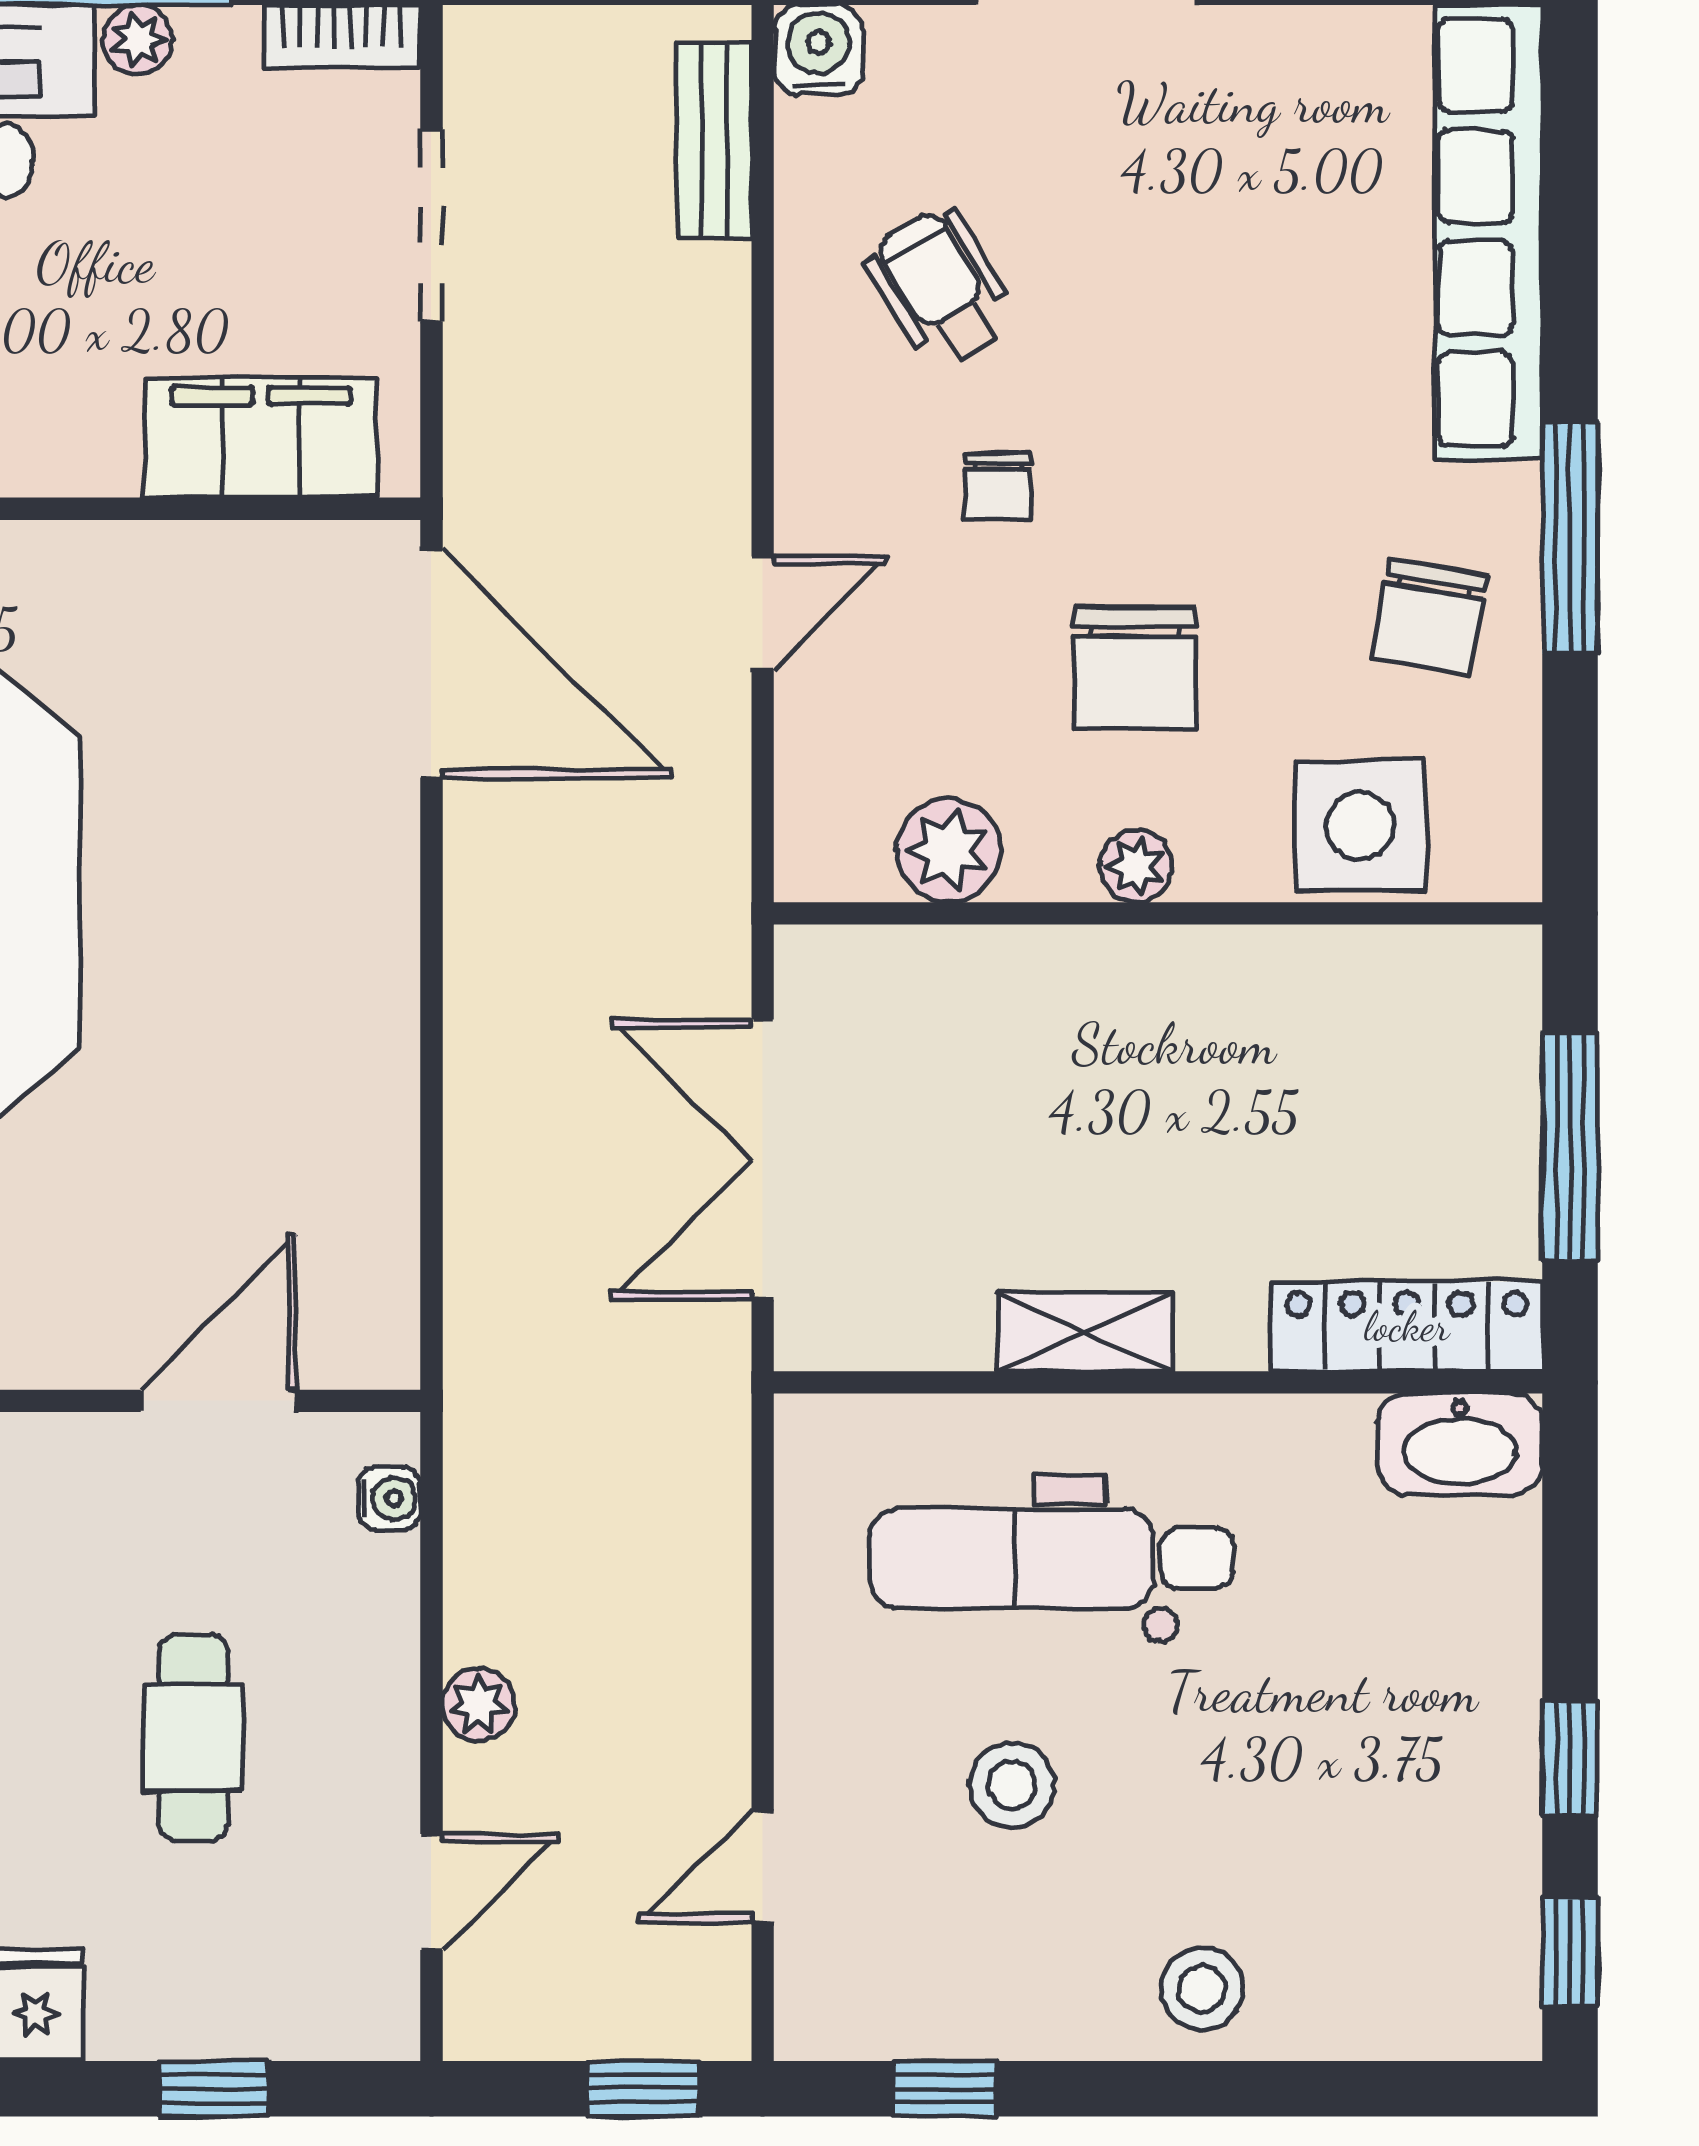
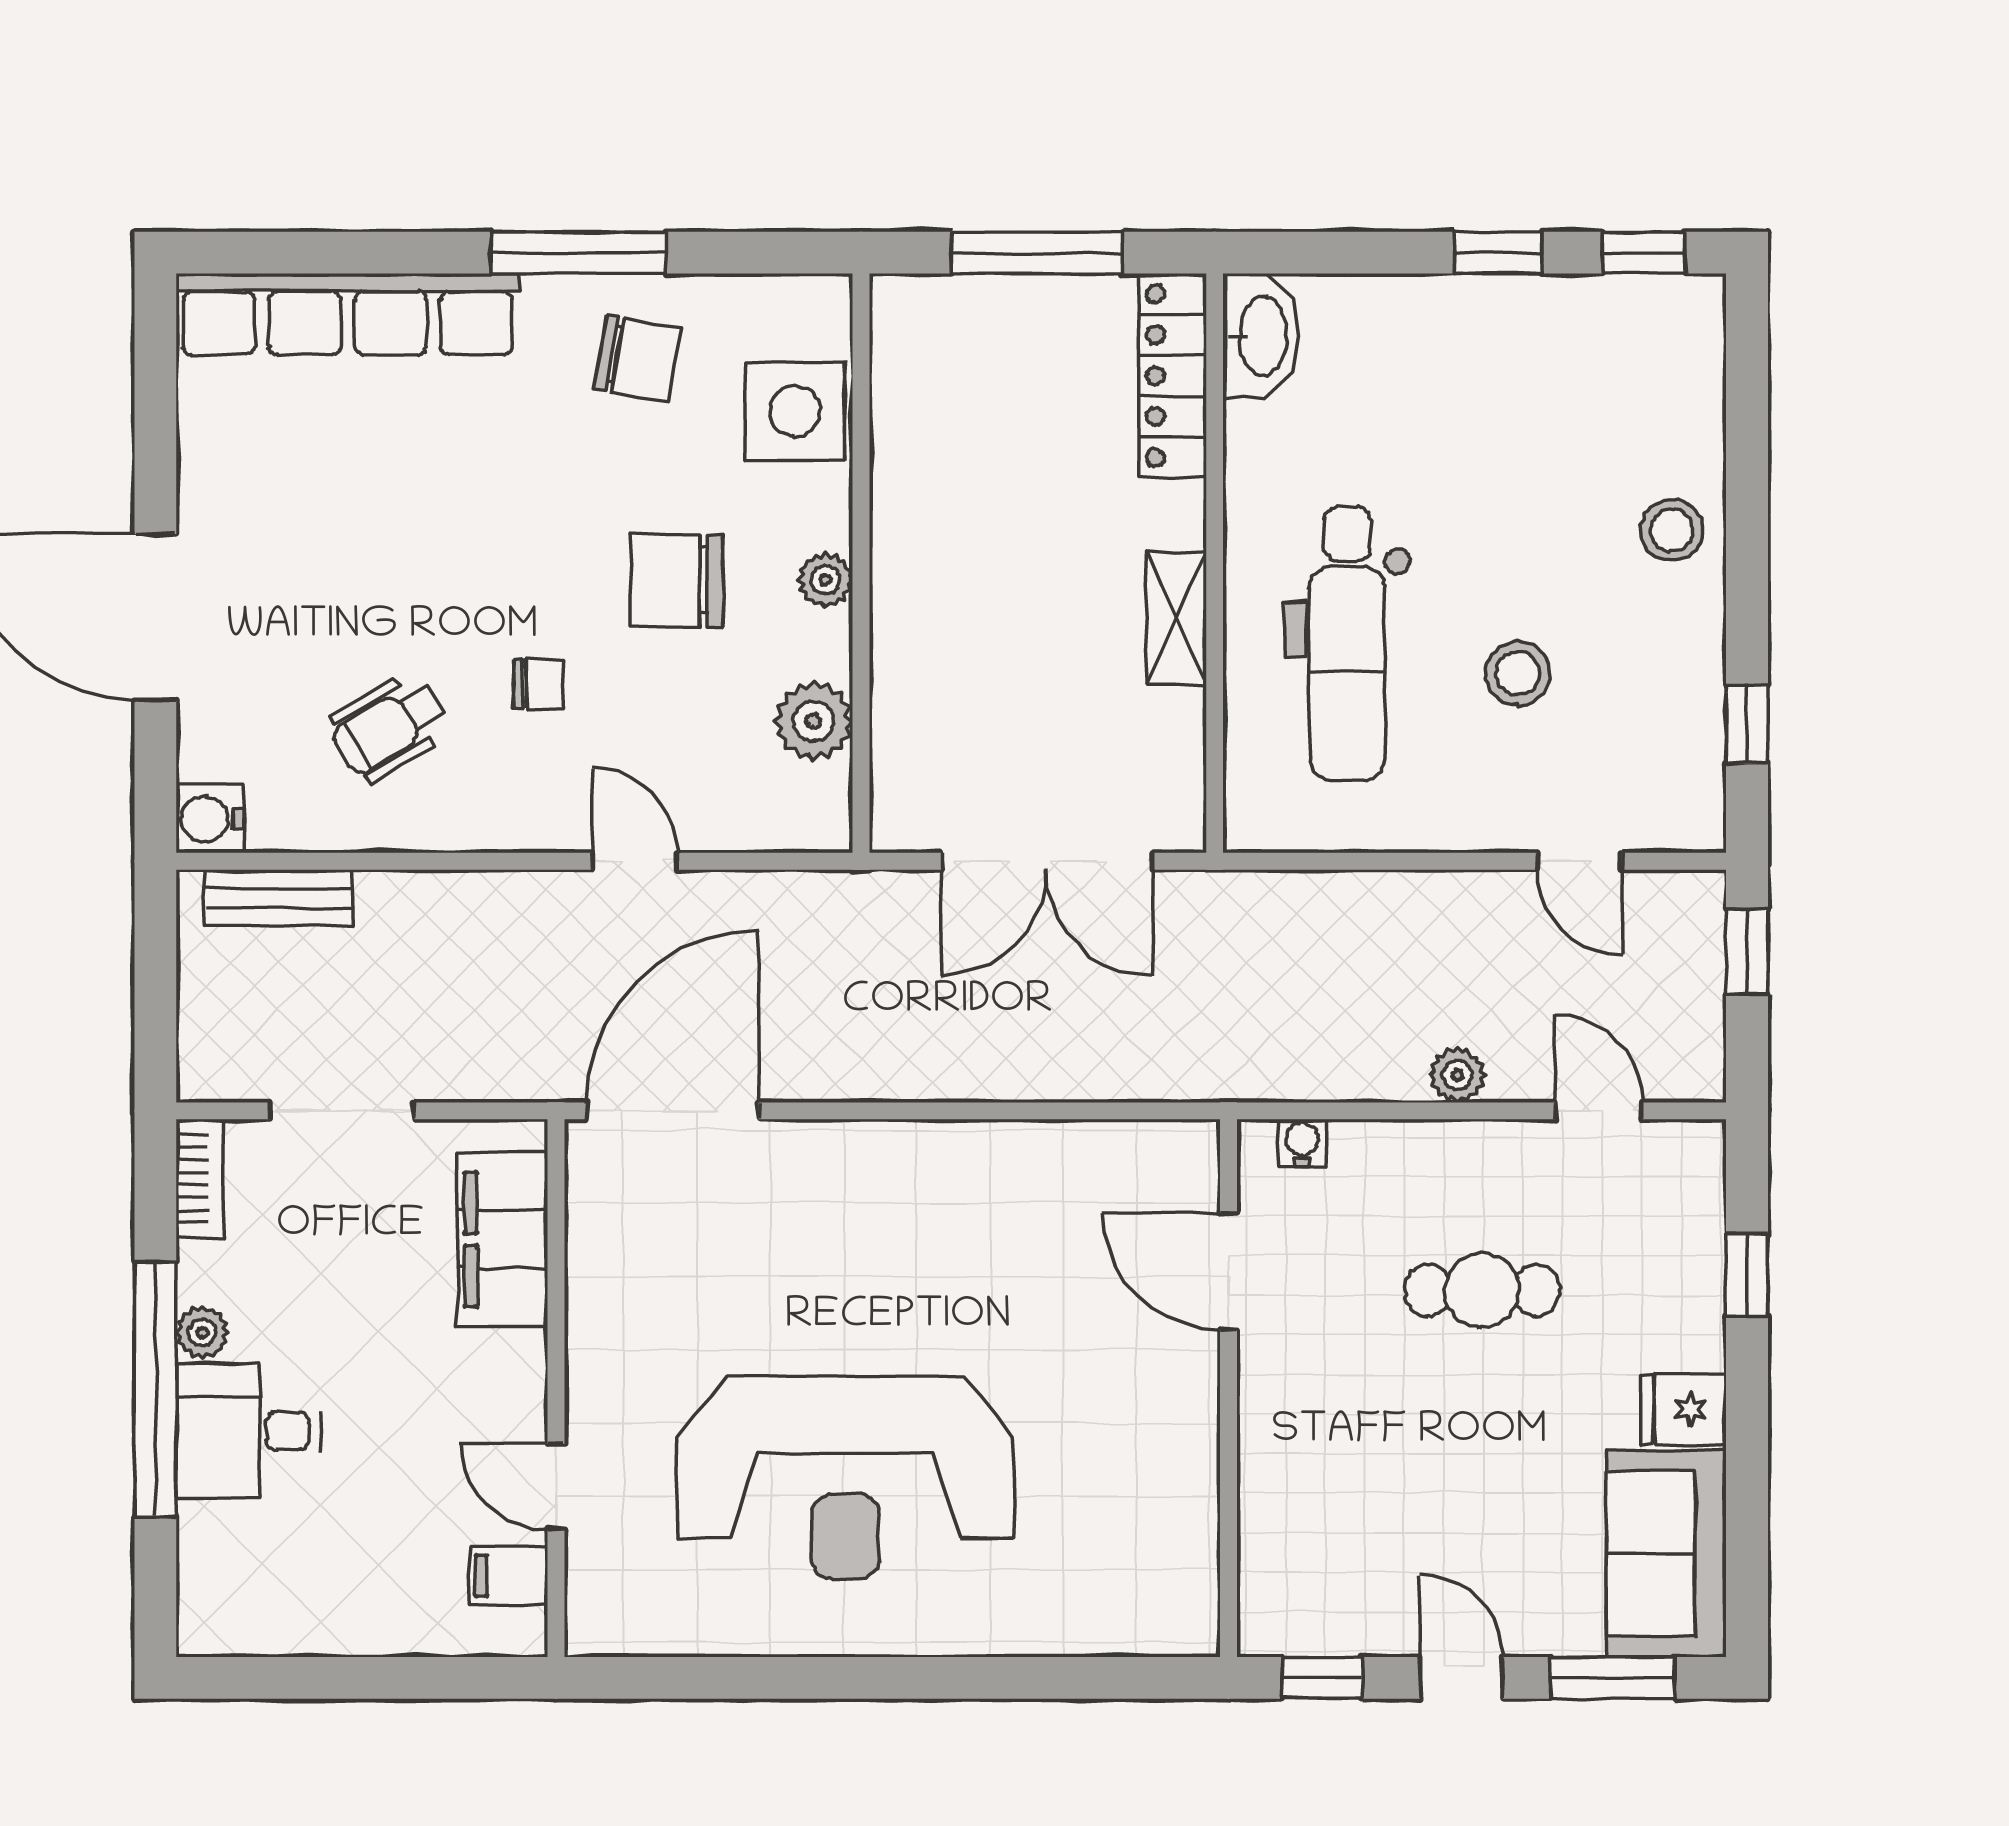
chair: (1135, 668) -> (676, 581), turned 180

